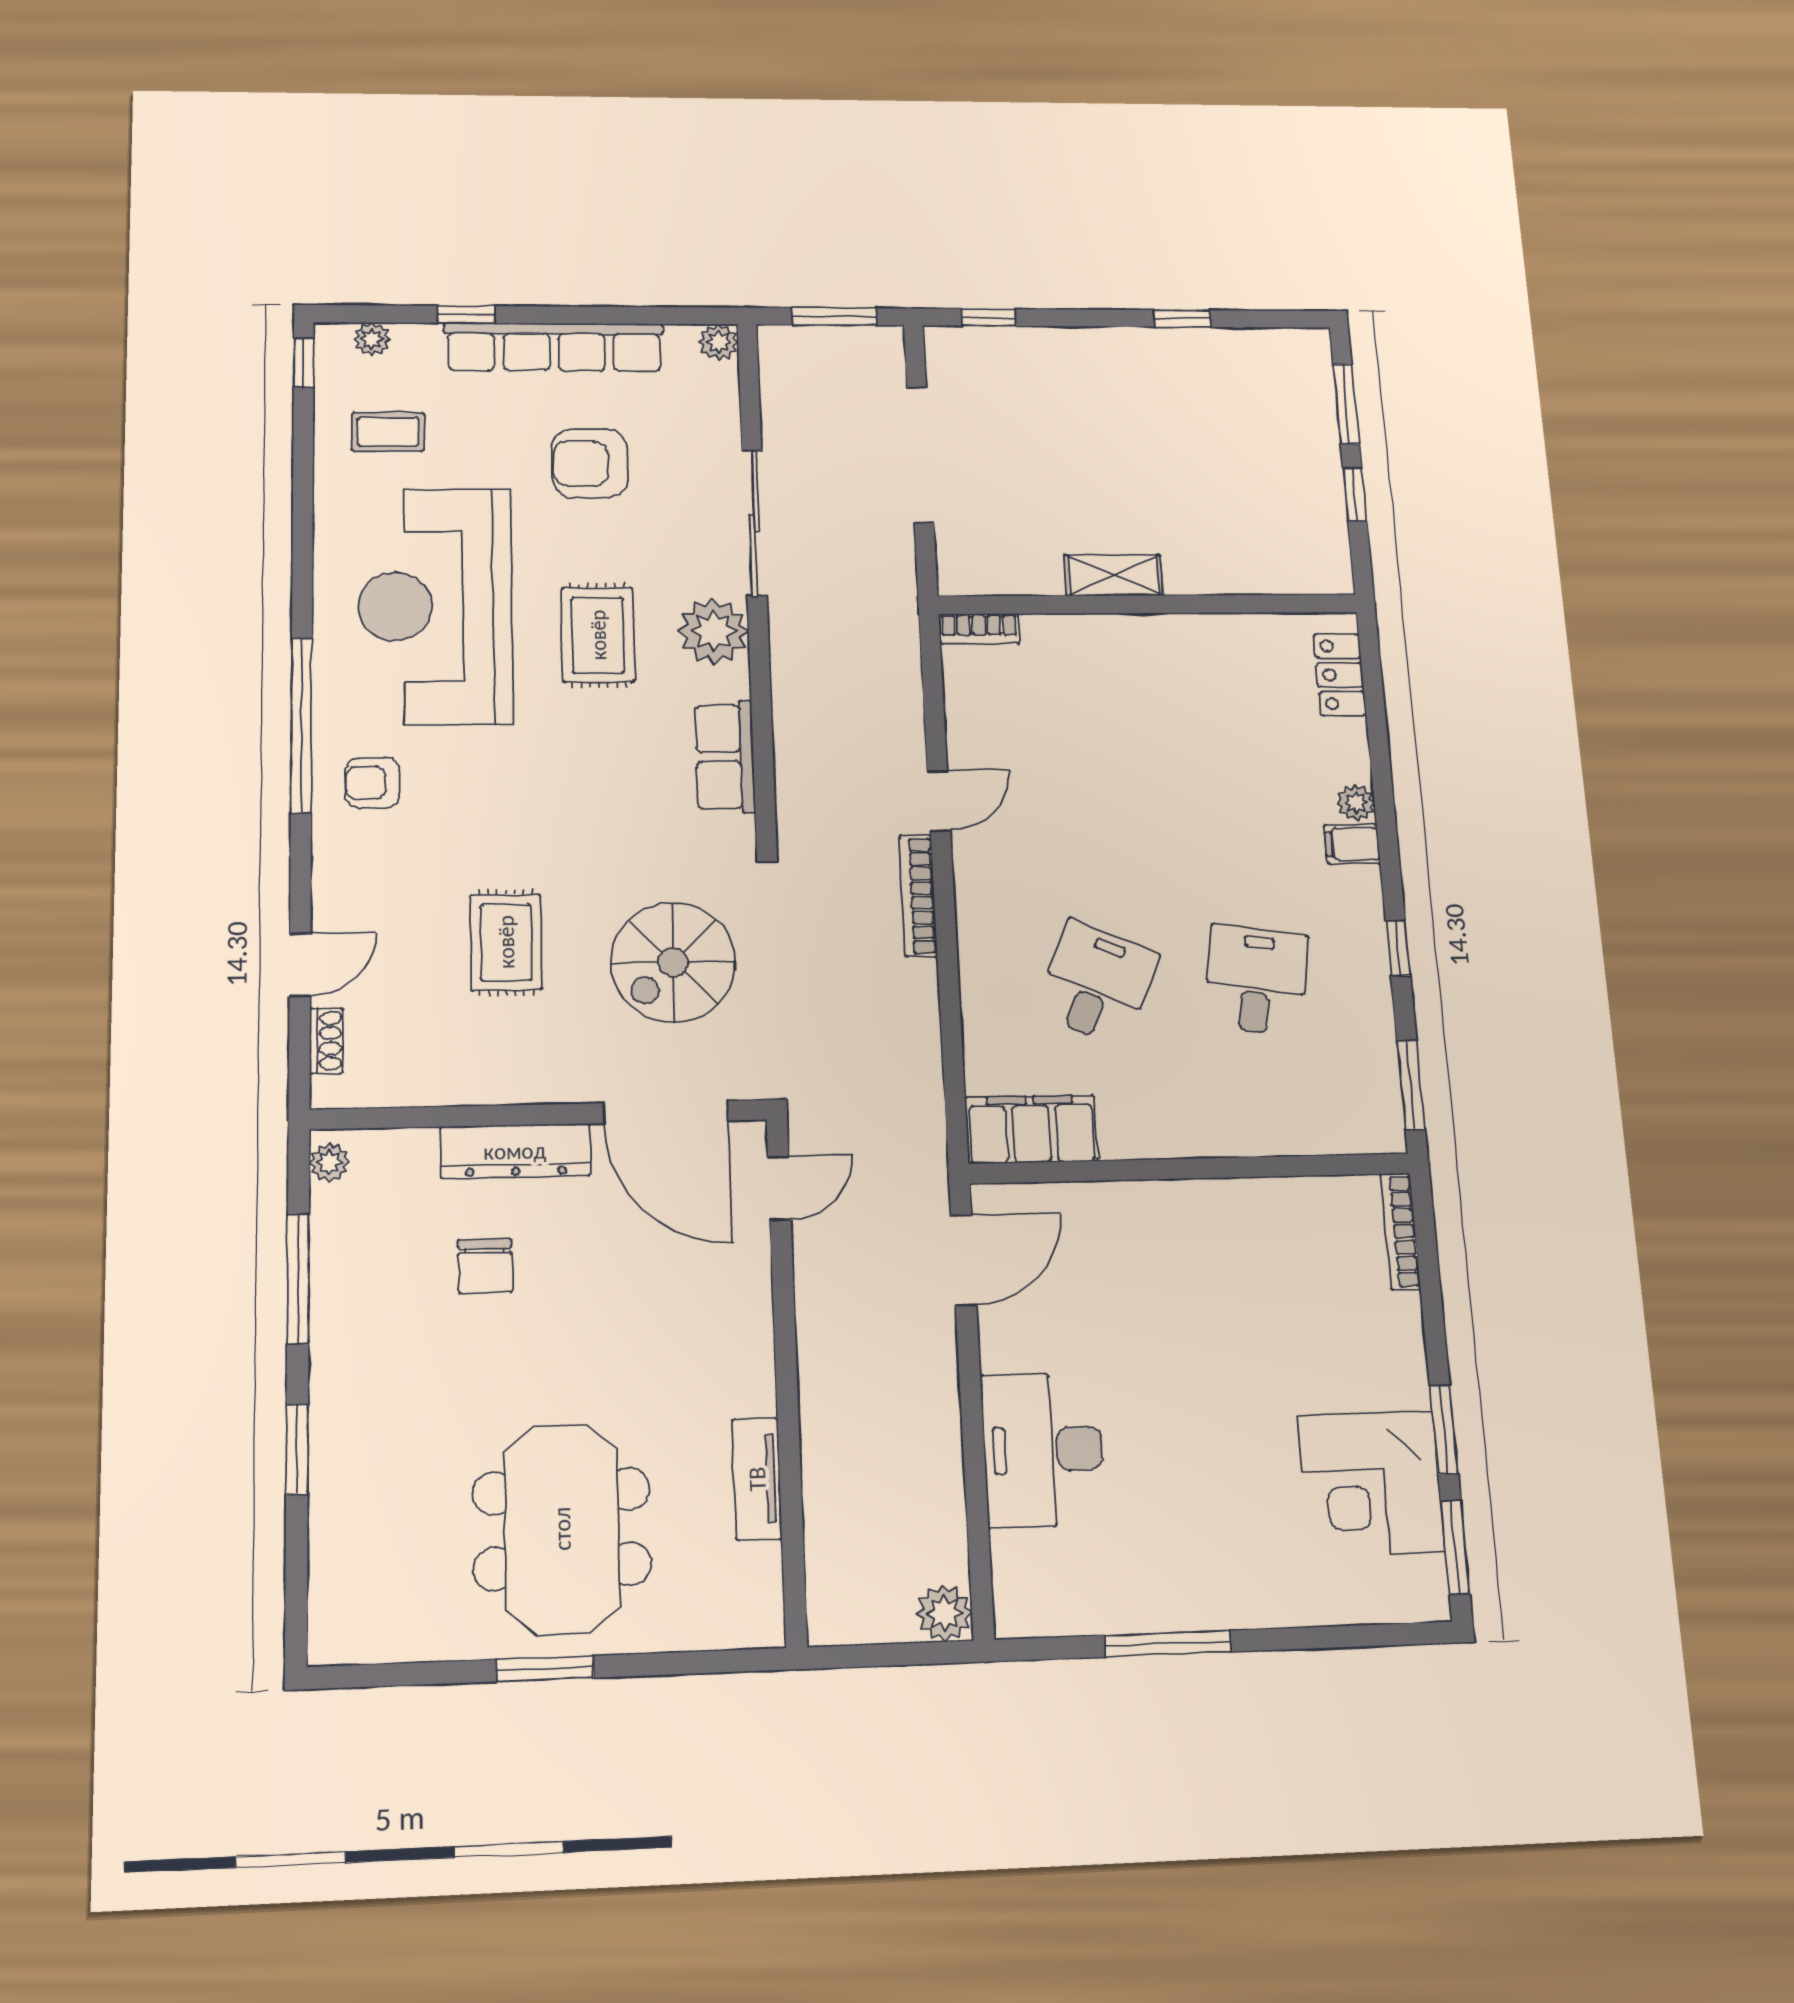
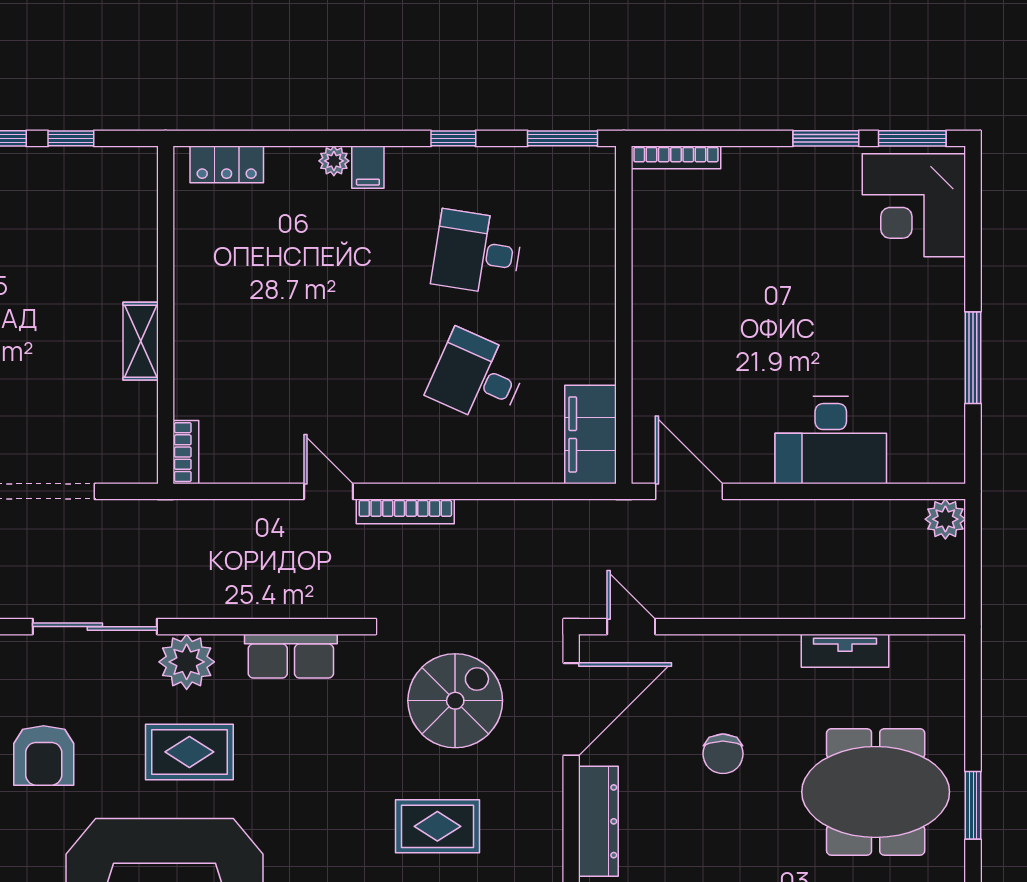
spiral stairs: (673, 962) -> (455, 701), turned -90
chair: (485, 1266) -> (723, 754), moved, turned 90
corner desk: (1371, 1483) -> (914, 205), moved, turned 90

